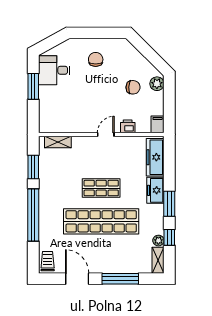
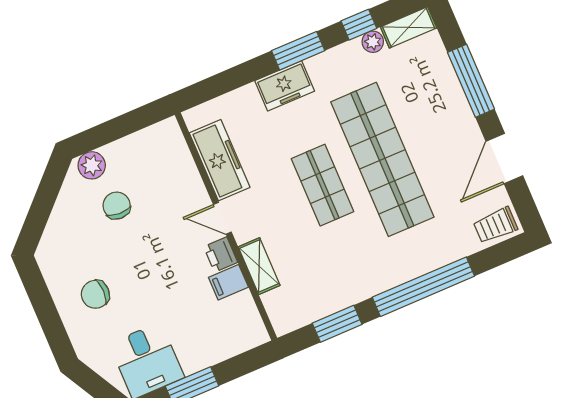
filing cabinet: (158, 124) -> (228, 282), moved
printer: (128, 126) -> (221, 255), moved
shelving: (58, 142) -> (259, 266), moved
freezer: (155, 157) -> (220, 160), moved, turned -90

